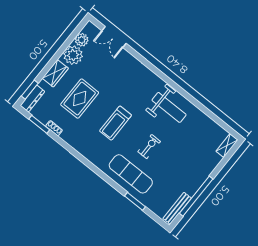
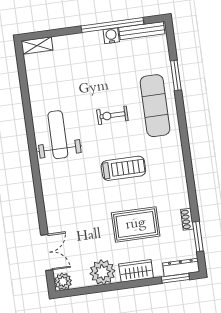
plant: (82, 40) -> (63, 282), moved
water cooler: (191, 190) -> (111, 36), added

